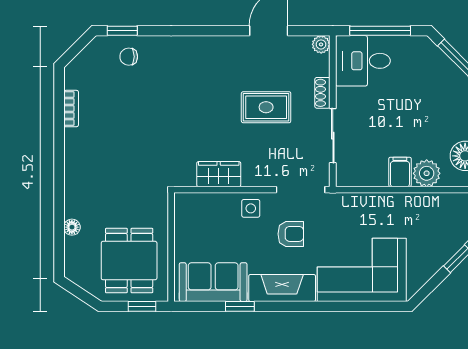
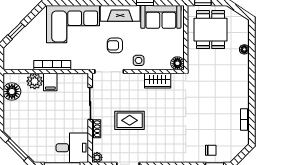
bookcase: (397, 200) -> (52, 65), added
floor lamp: (185, 204) -> (177, 63), added

